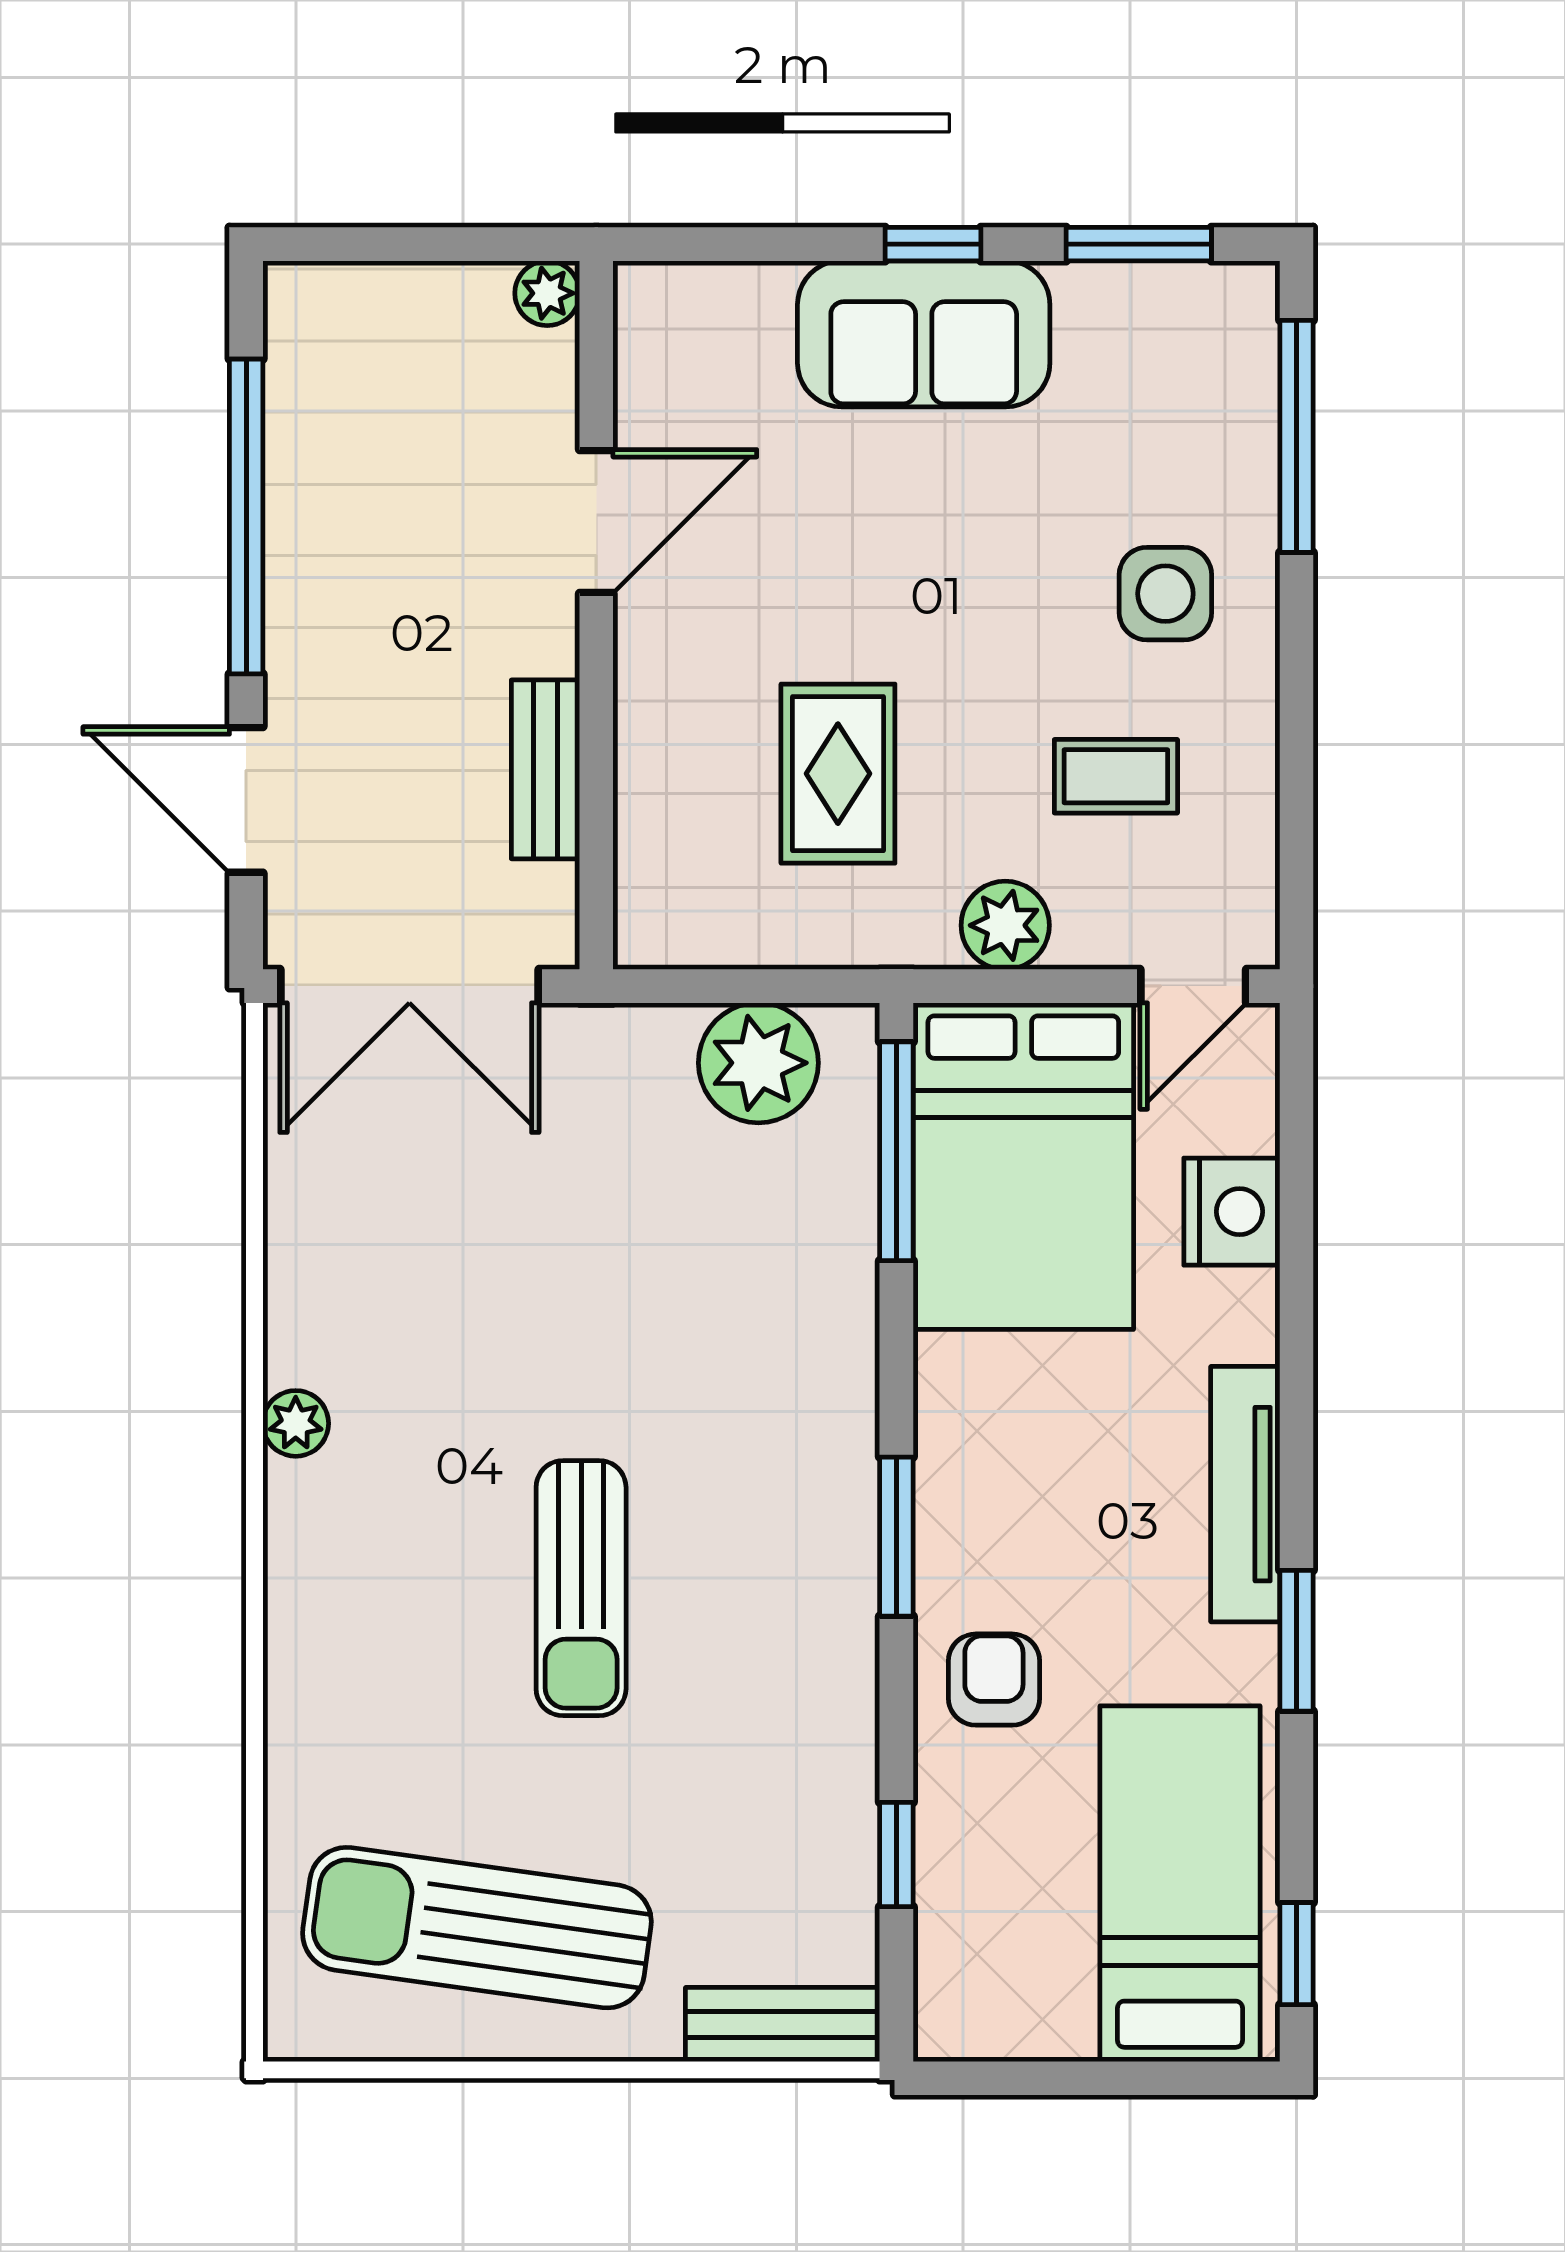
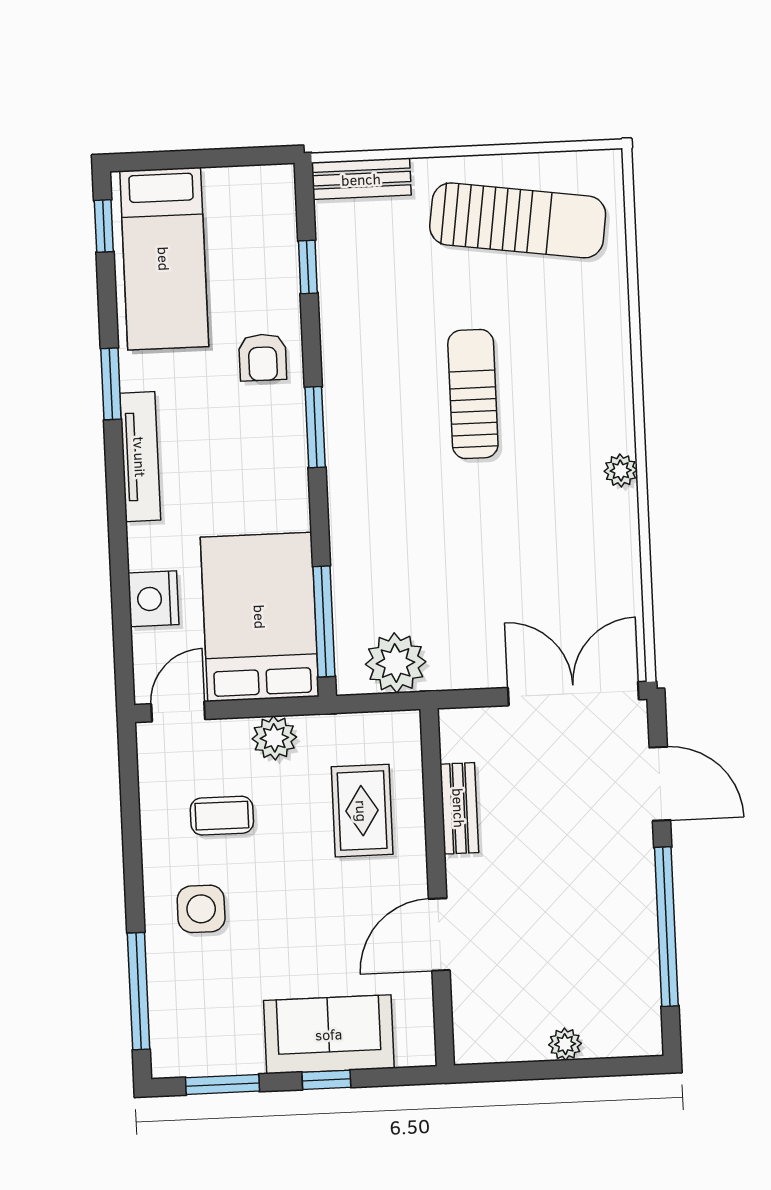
plant: (547, 293) -> (565, 1044), moved
door: (596, 521) -> (439, 935), moved
wall: (596, 615) -> (437, 887), moved
bench: (545, 769) -> (459, 808), moved

